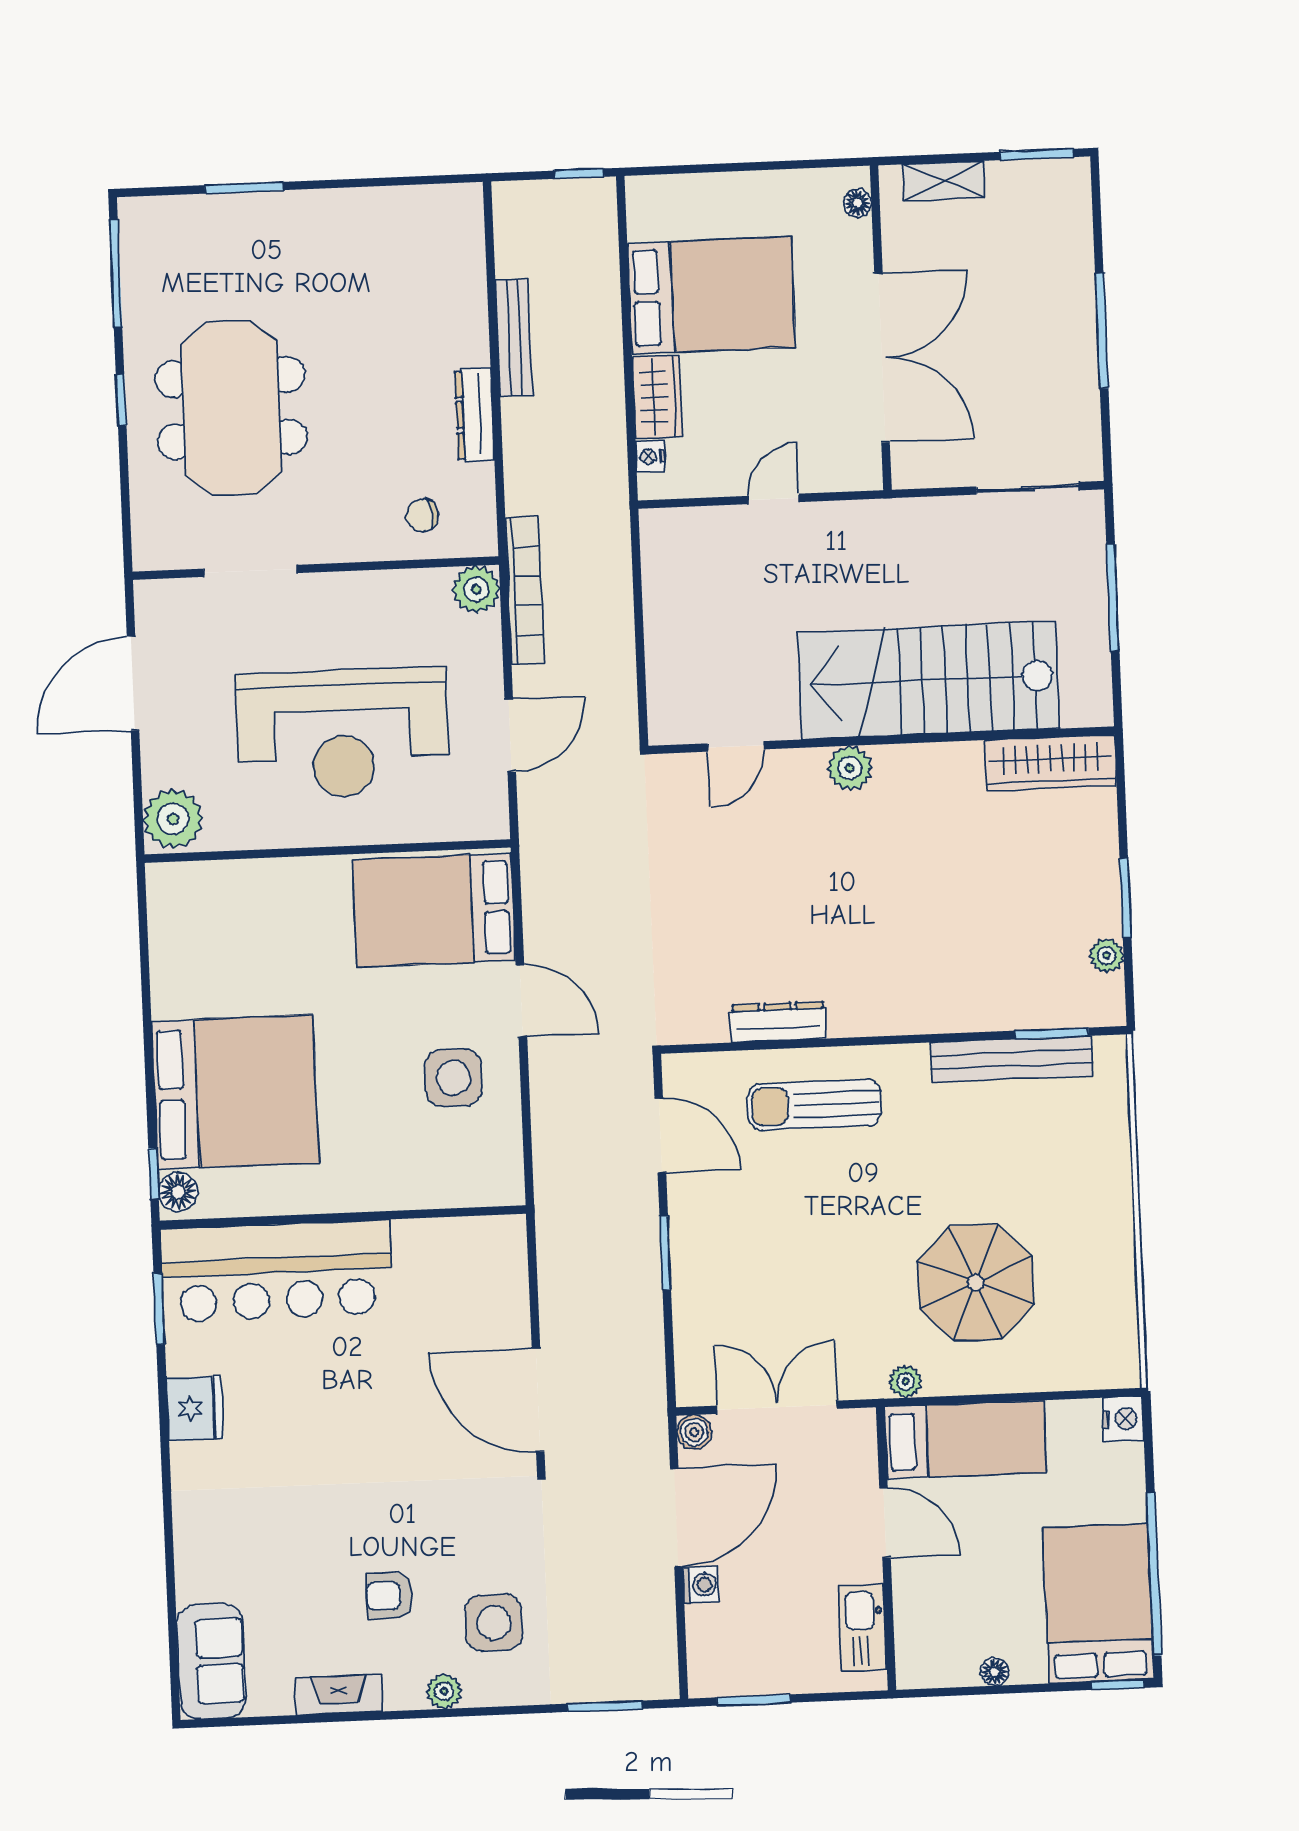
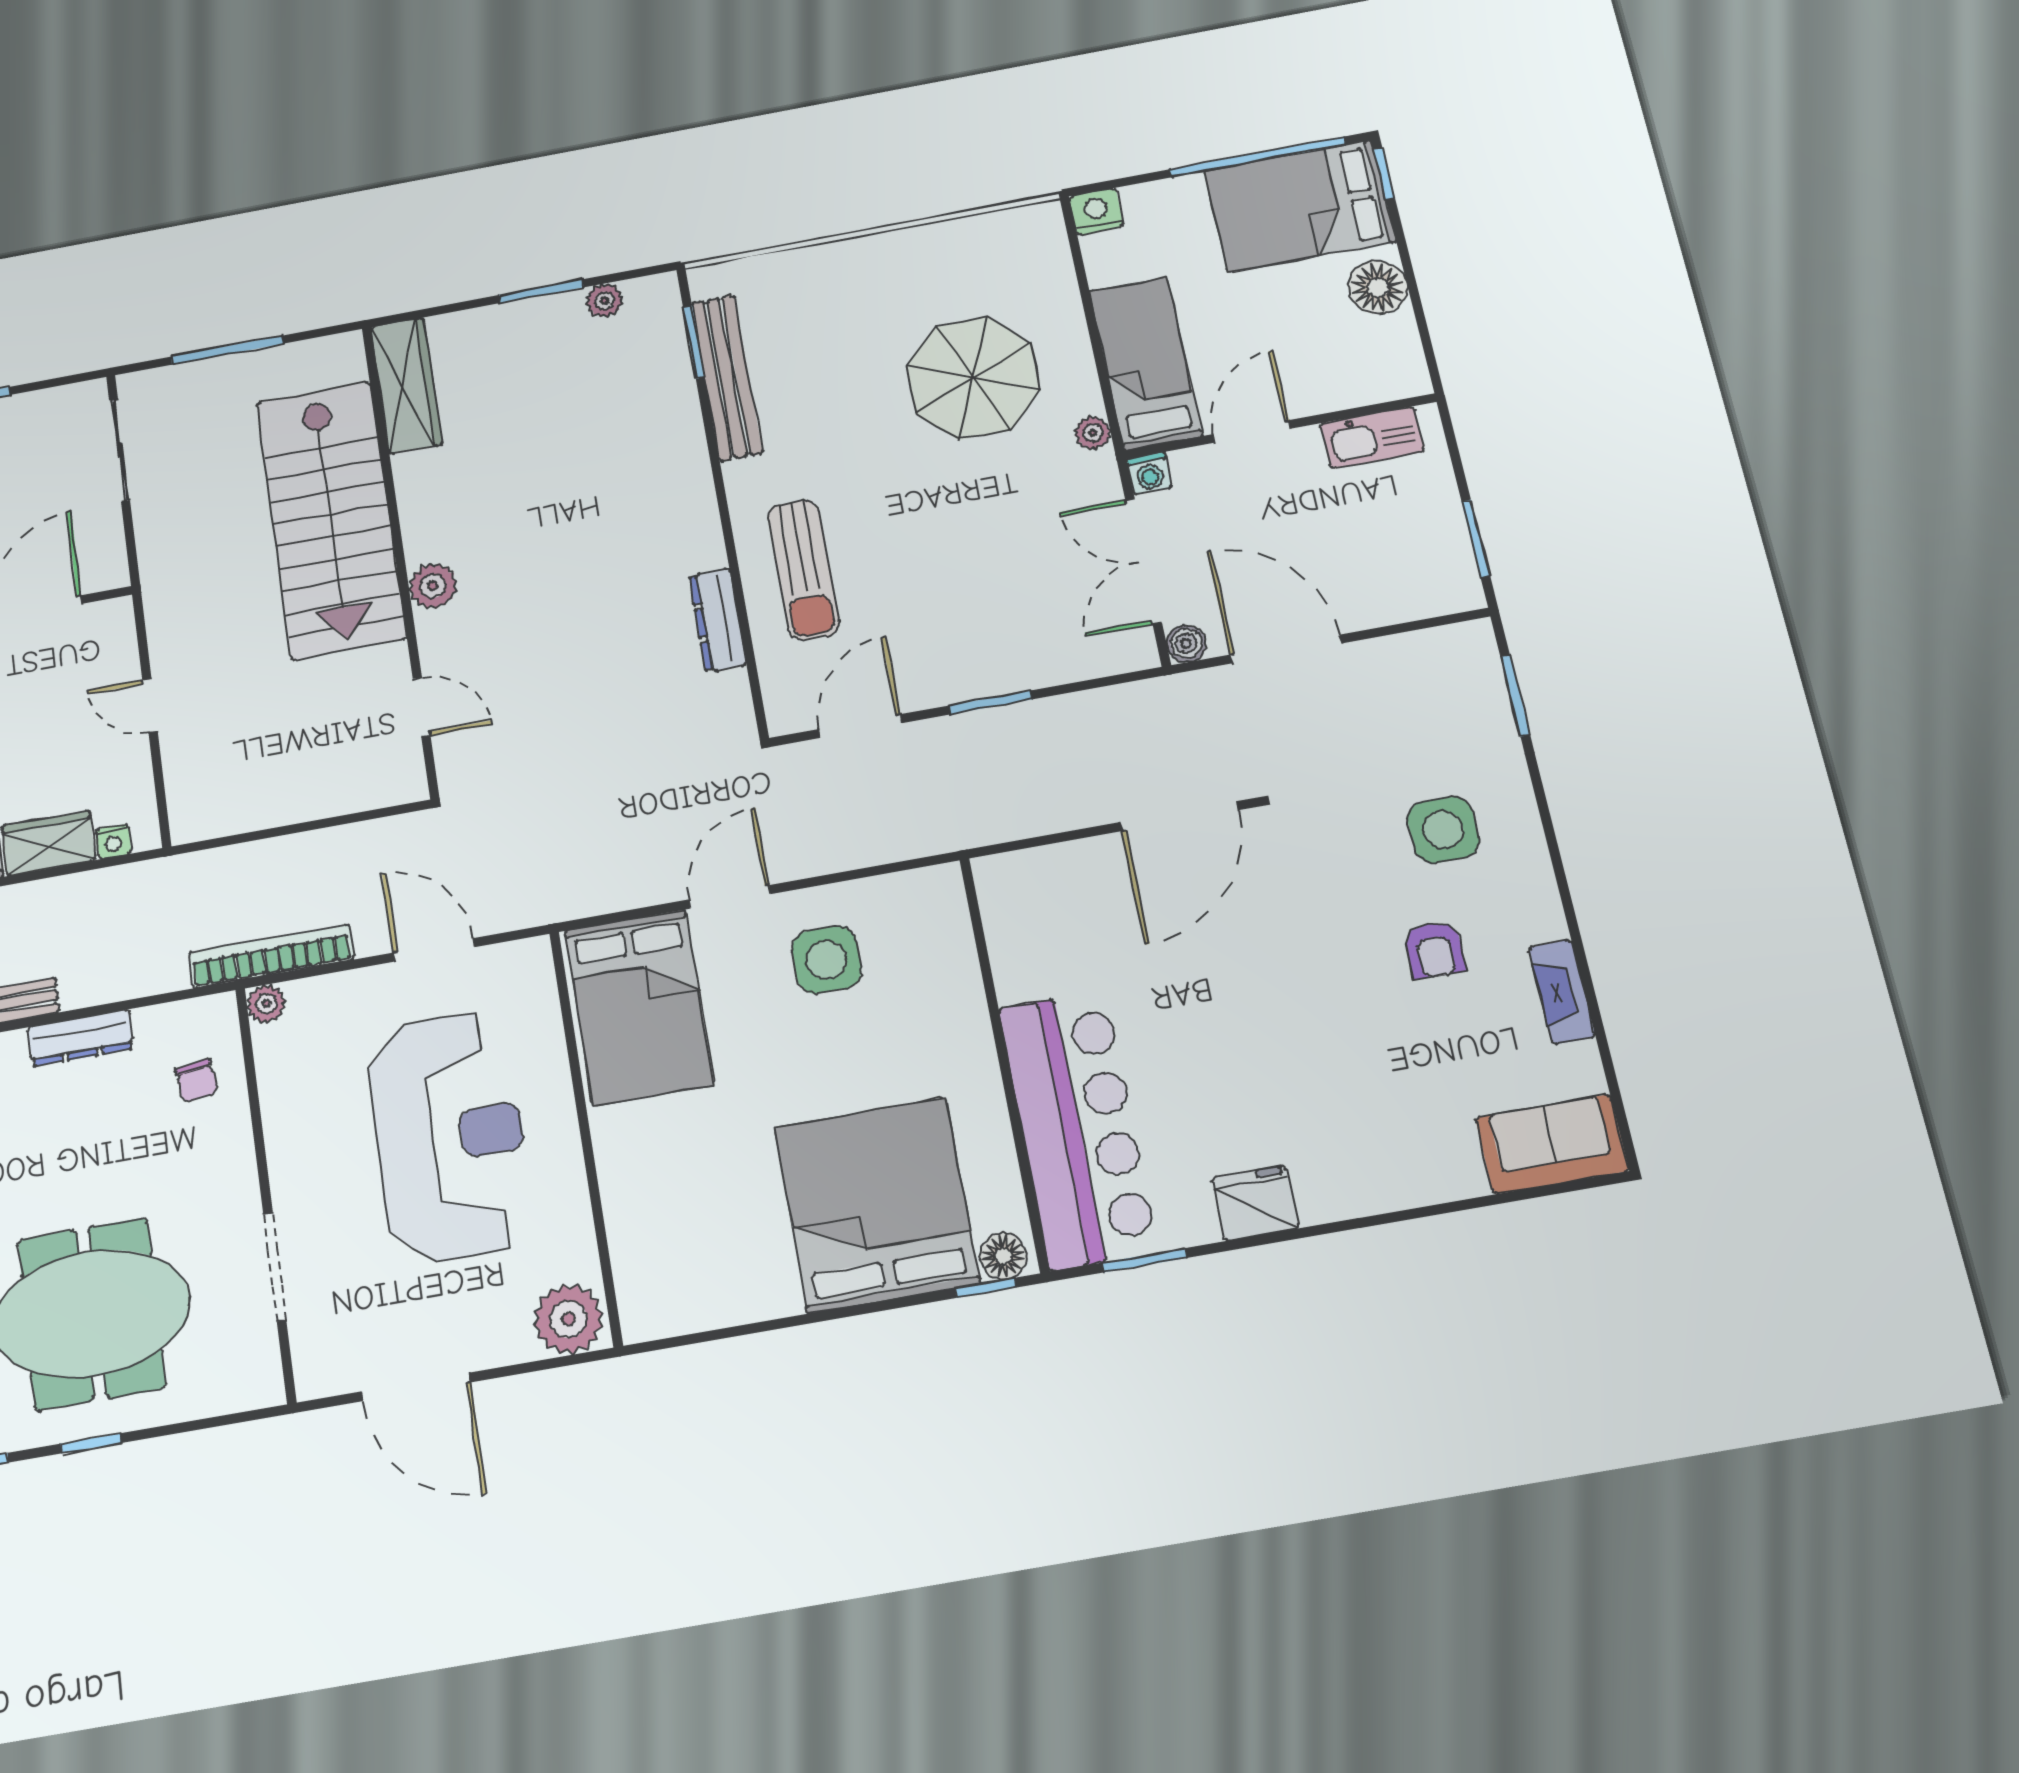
plant: (476, 589) -> (266, 1004), width x0.73, depth x0.73
washing machine: (701, 1585) -> (1149, 473), moved, turned 180
floor lamp: (995, 1672) -> (1378, 288), width x1.89, depth x1.89
plant: (444, 1691) -> (1534, 874), removed

